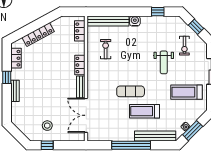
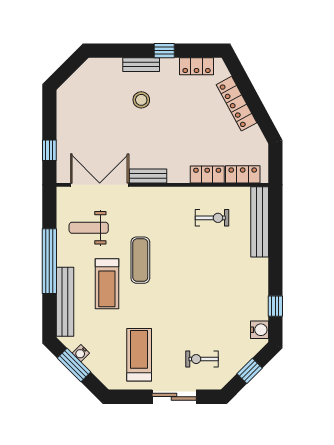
water cooler: (135, 21) -> (259, 330), moved
exercise bike: (184, 46) -> (202, 359), moved
weight bench: (164, 62) -> (89, 228), moved
locker: (80, 65) -> (207, 175), moved
treadmill: (145, 111) -> (107, 284), turned 180
stool: (47, 126) -> (141, 100), moved
window: (47, 145) -> (49, 150), moved

